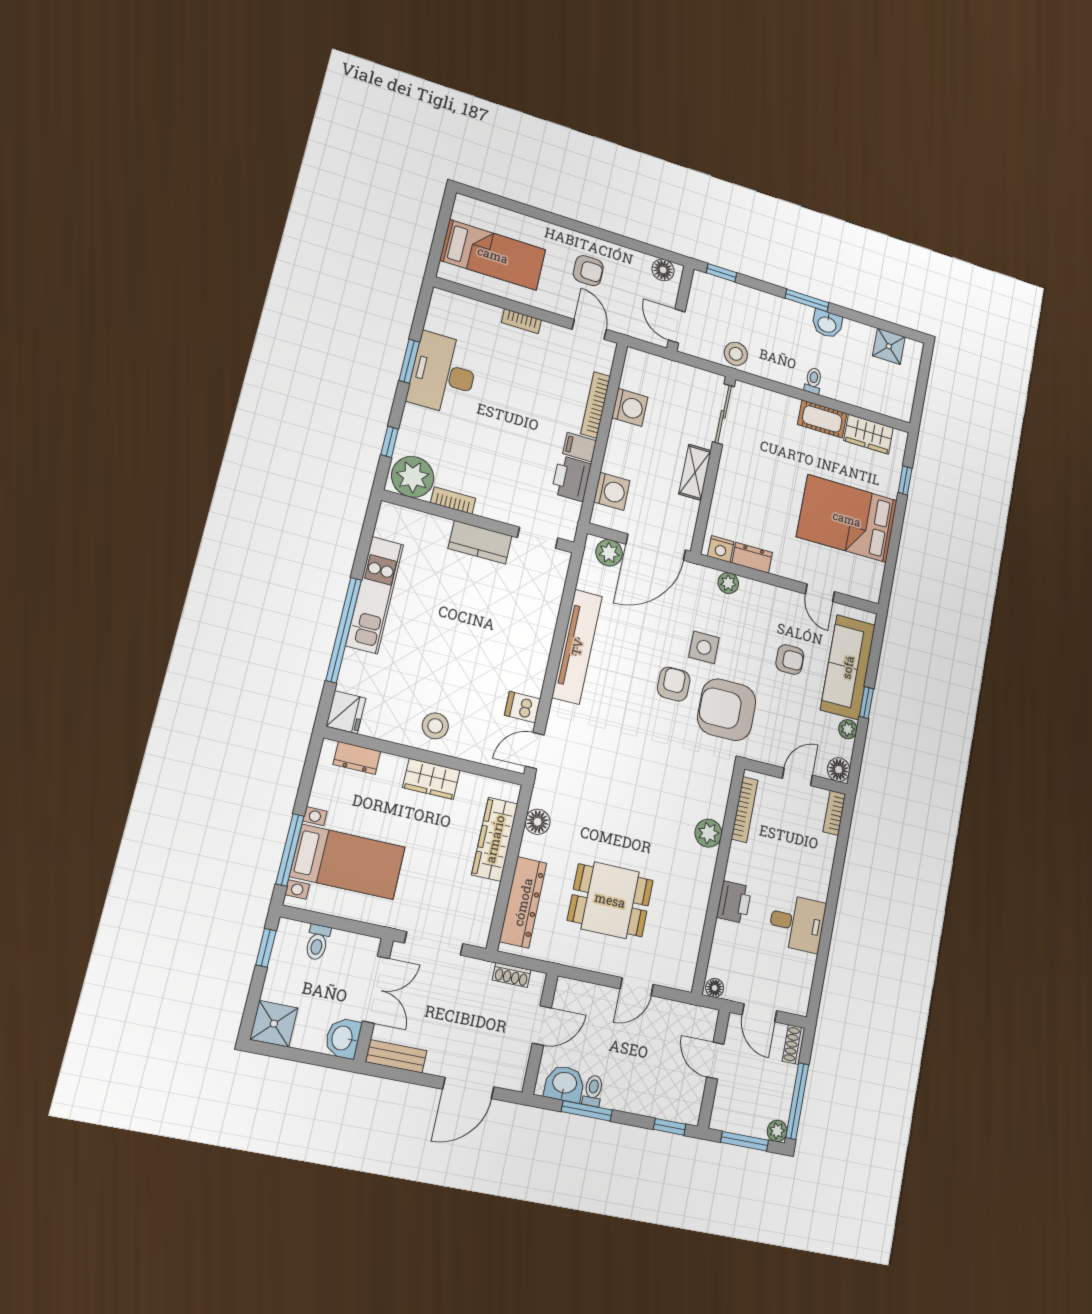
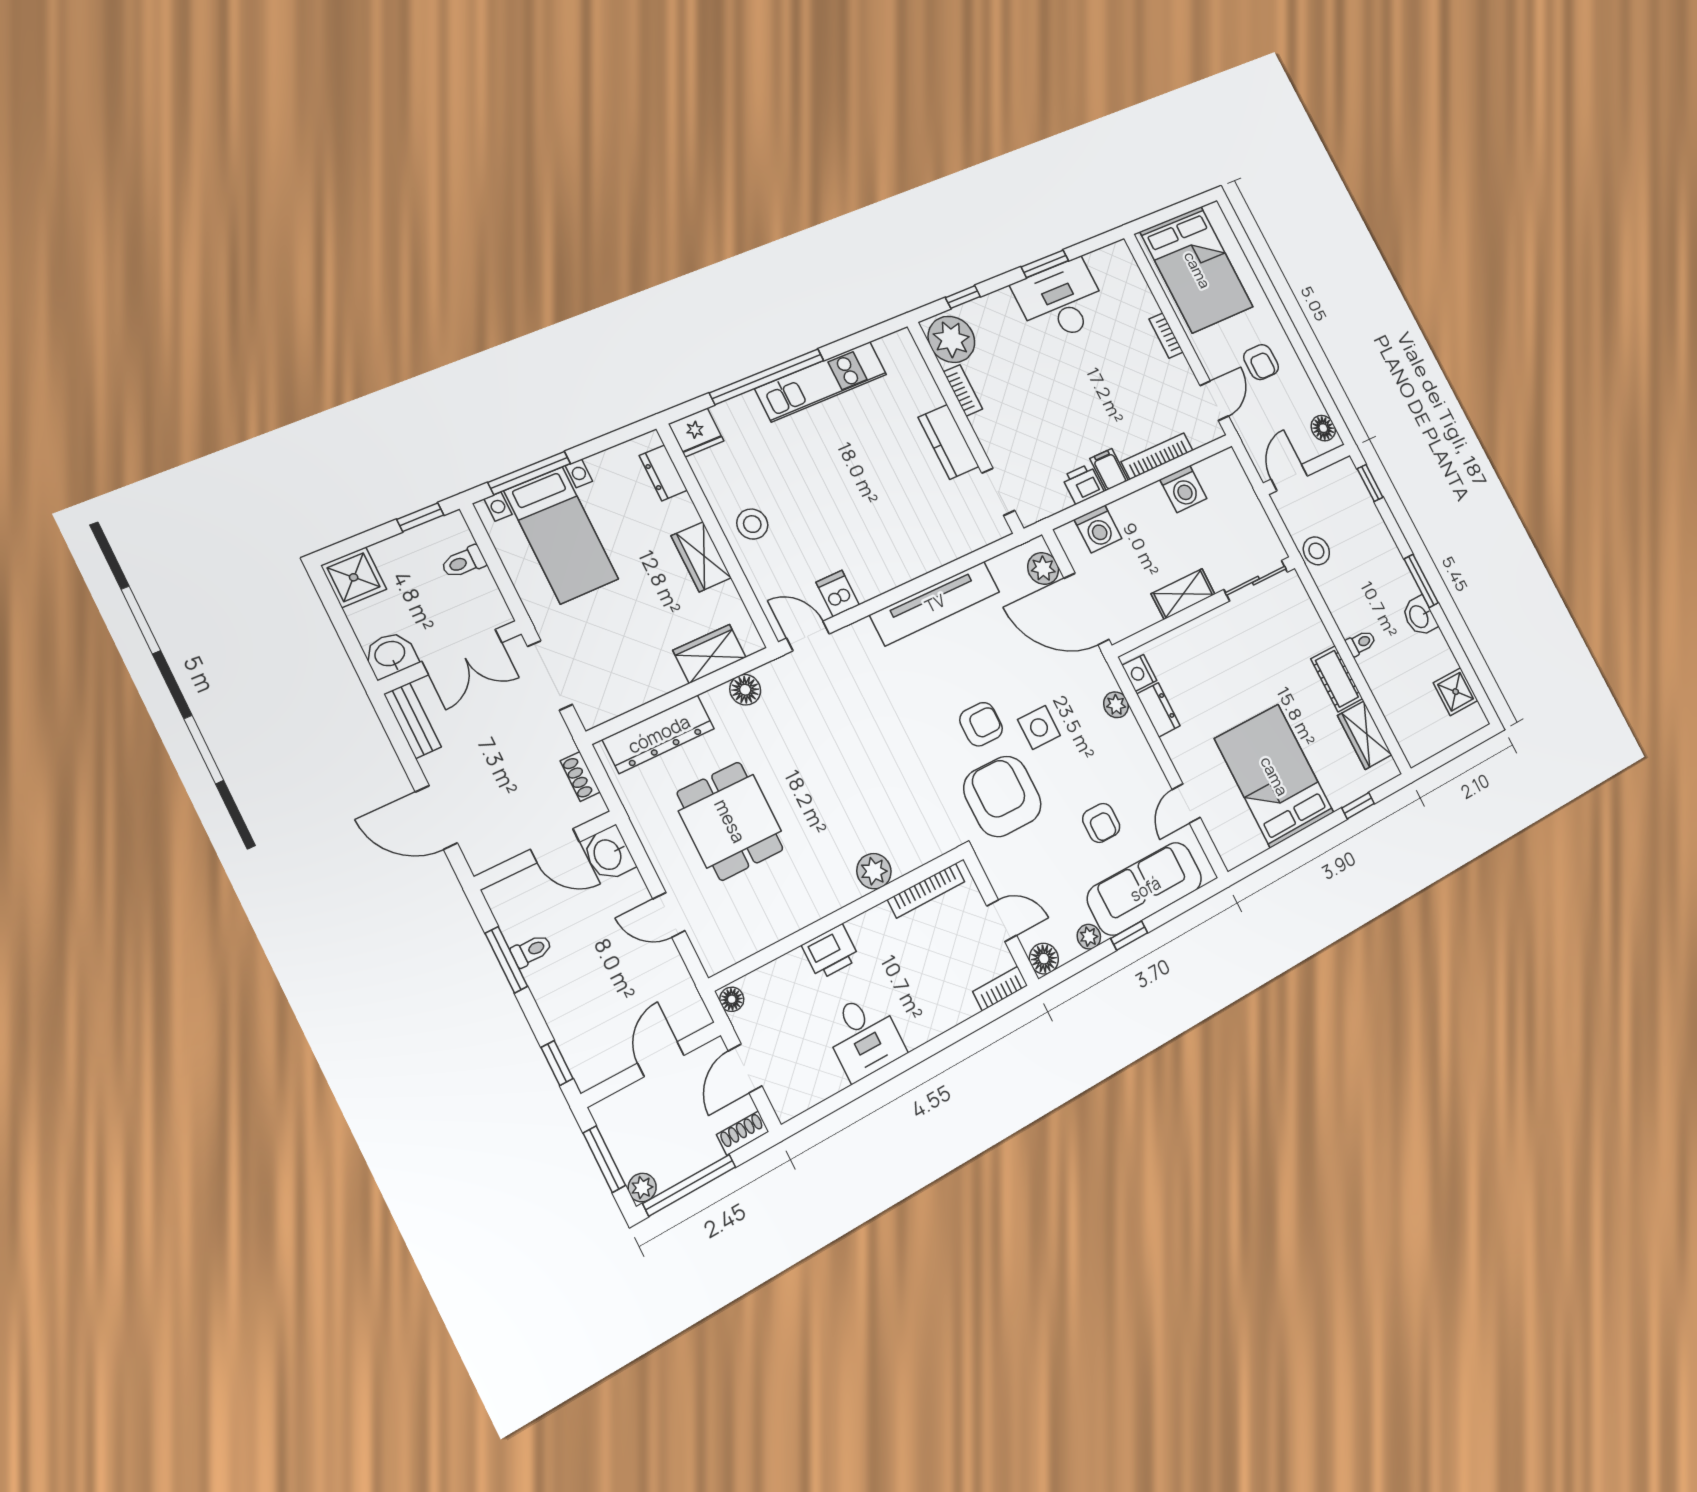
bed: (493, 255) -> (1197, 270), width x1.50
printer: (571, 478) -> (1083, 484), width x0.73, depth x0.81
wardrobe: (495, 839) -> (709, 654), width x0.67
washbasin: (564, 1084) -> (609, 854), moved, turned 180

